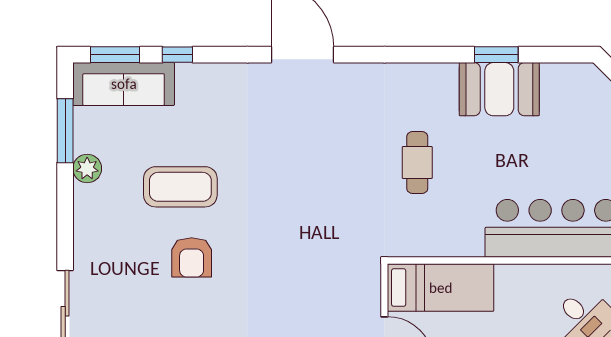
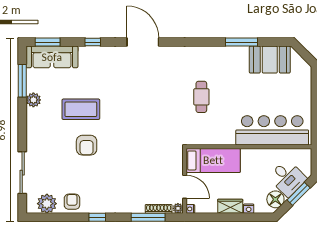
window: (177, 55) -> (93, 42), moved
window: (496, 55) -> (242, 42), width x1.44
booth: (499, 89) -> (270, 60), moved

